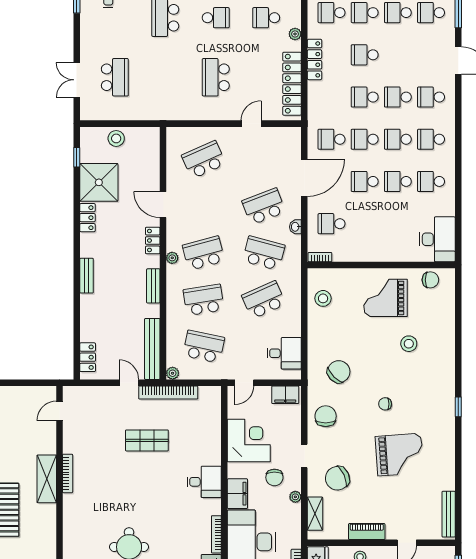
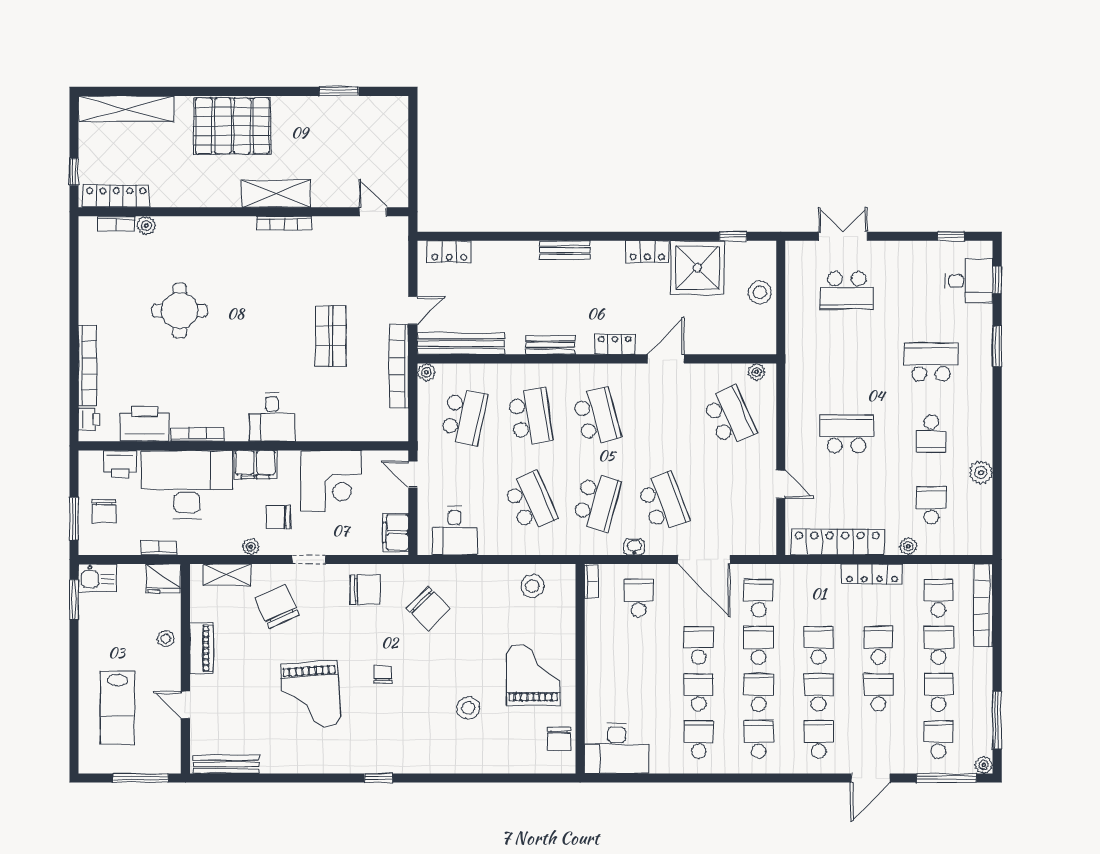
school desk: (398, 55) -> (879, 692), added
plant: (172, 258) -> (757, 372), moved

